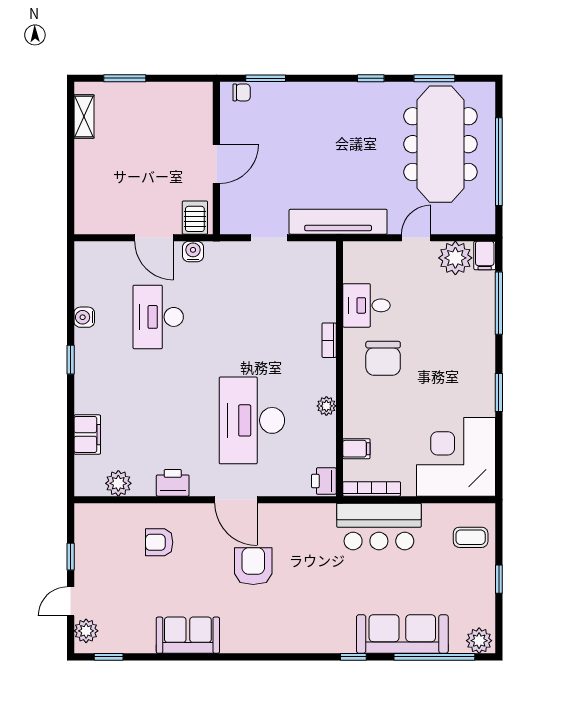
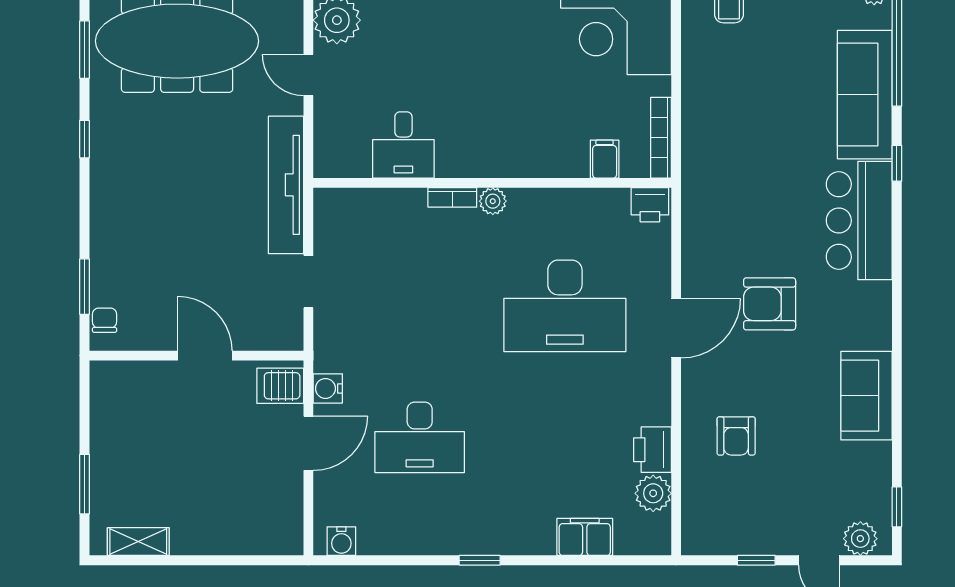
water cooler: (84, 317) -> (341, 541), moved
chair: (383, 358) -> (478, 122), removed
plant: (326, 406) -> (493, 201), moved
printer: (173, 483) -> (653, 450), moved
bar counter: (379, 526) -> (859, 221), moved, turned 180

